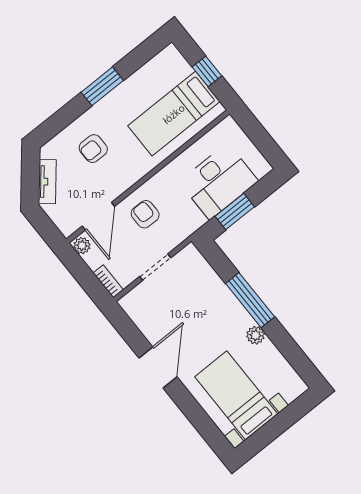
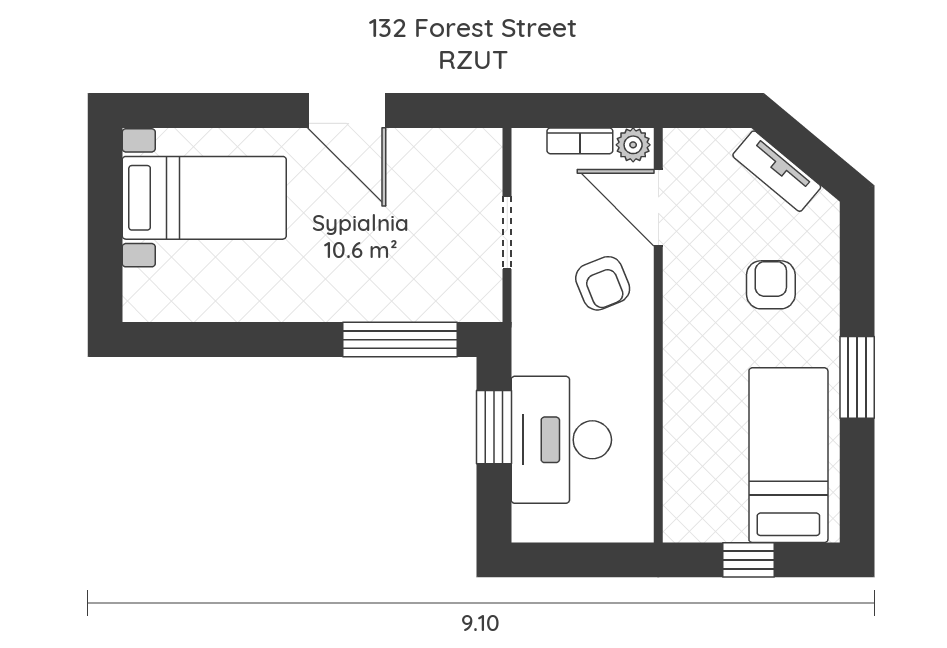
bed: (174, 114) -> (788, 455), moved
armchair: (145, 214) -> (603, 283), turned 68
bookcase: (108, 281) -> (580, 141), moved
window: (250, 300) -> (400, 340), moved
plant: (255, 335) -> (274, 304), removed

